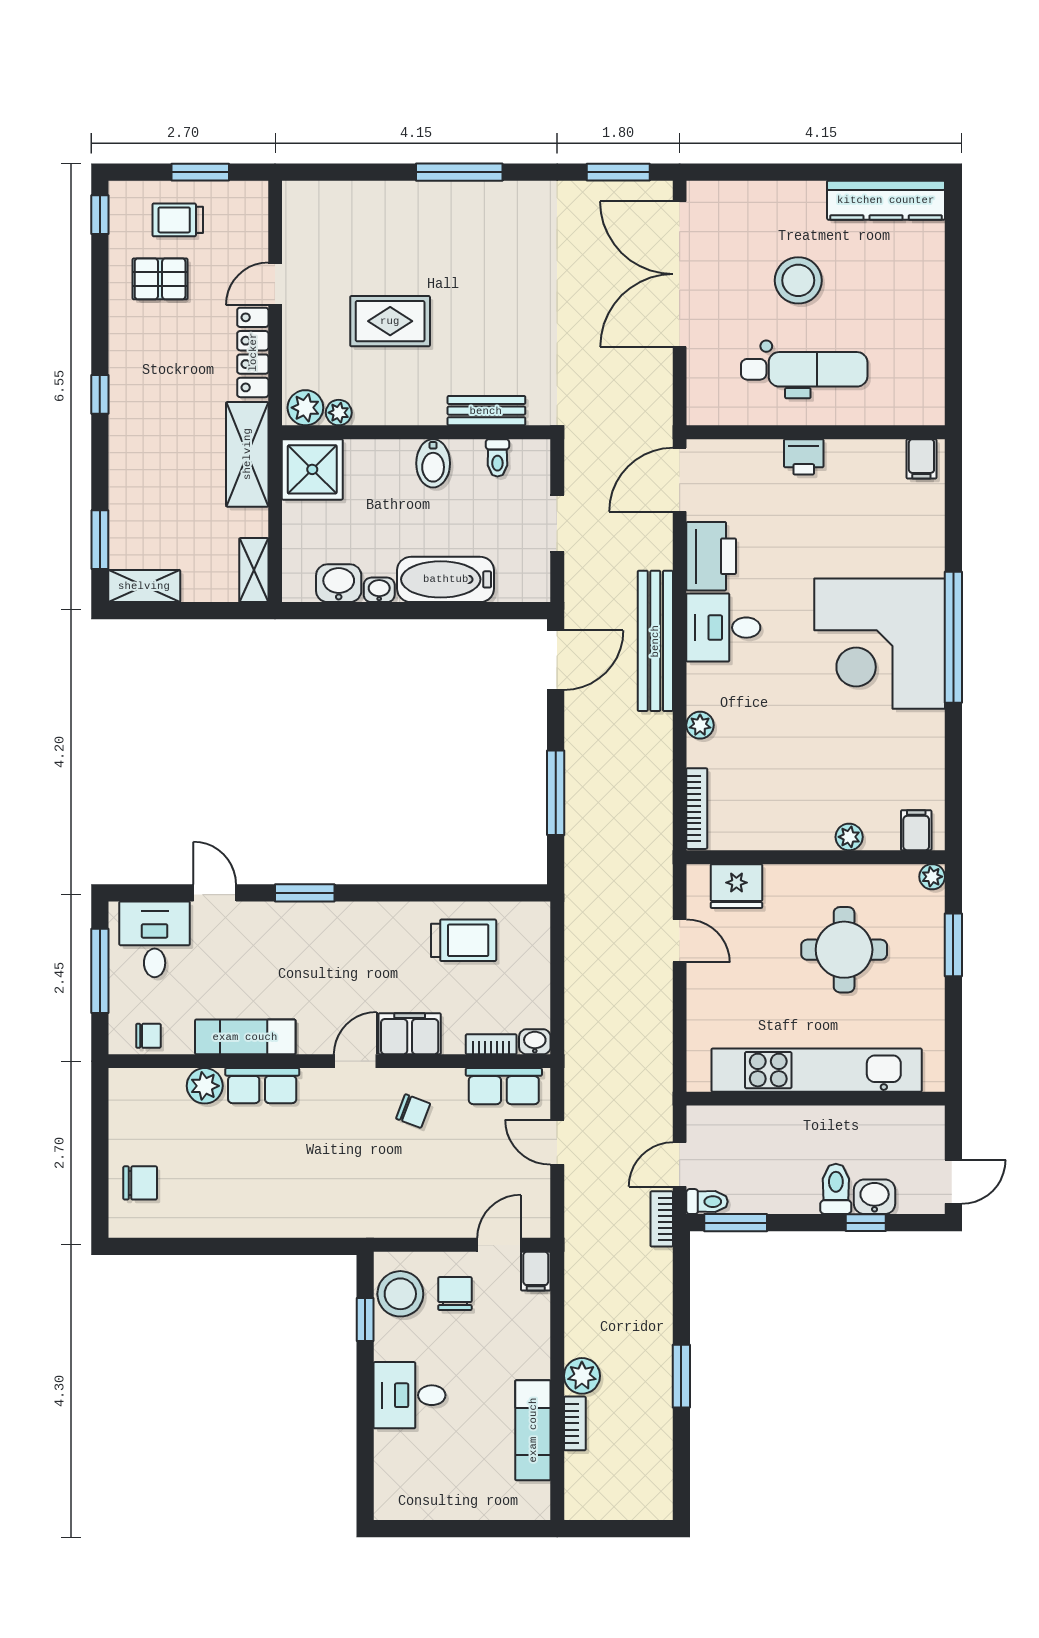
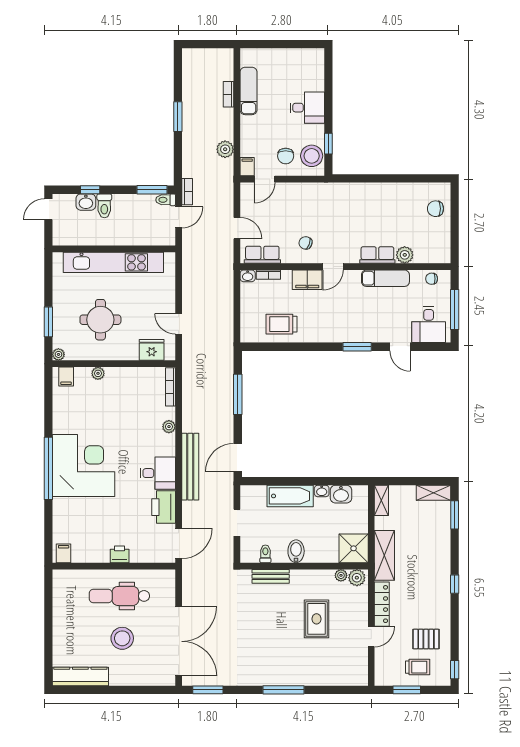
rug: (390, 321) -> (317, 619), turned 90
plant: (582, 1376) -> (225, 149), moved

